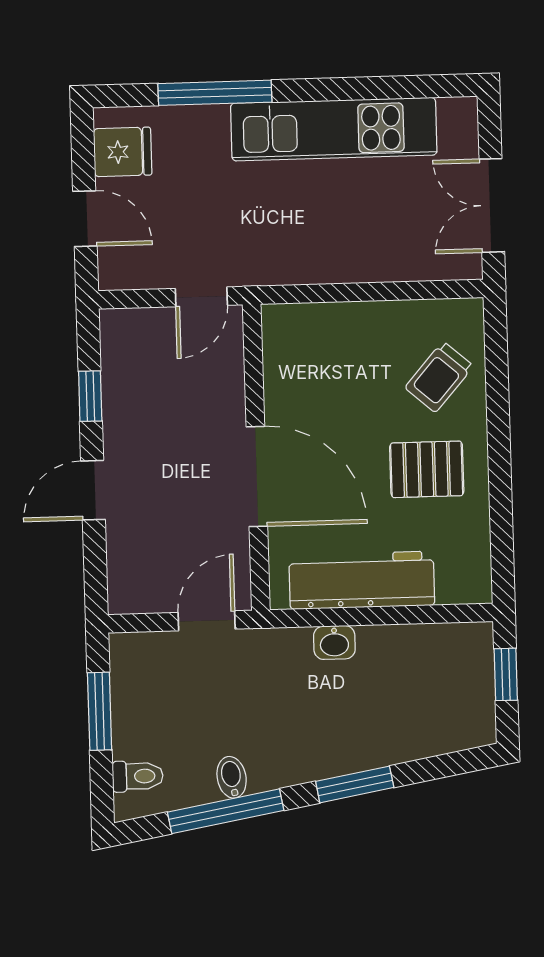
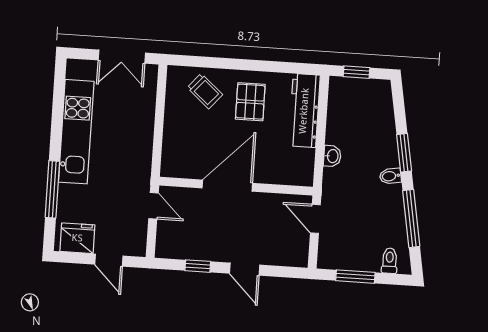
fridge: (123, 152) -> (77, 238), width x1.38
door: (85, 219) -> (109, 260), swing flipped
door: (257, 476) -> (227, 186), moved
workbench: (362, 580) -> (304, 111), moved
bidet: (232, 777) -> (390, 176), moved

